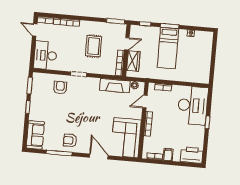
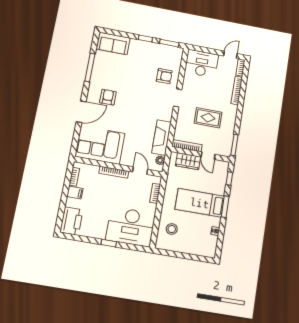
stool: (192, 71) -> (172, 229), added
armchair: (70, 140) -> (108, 97), moved

